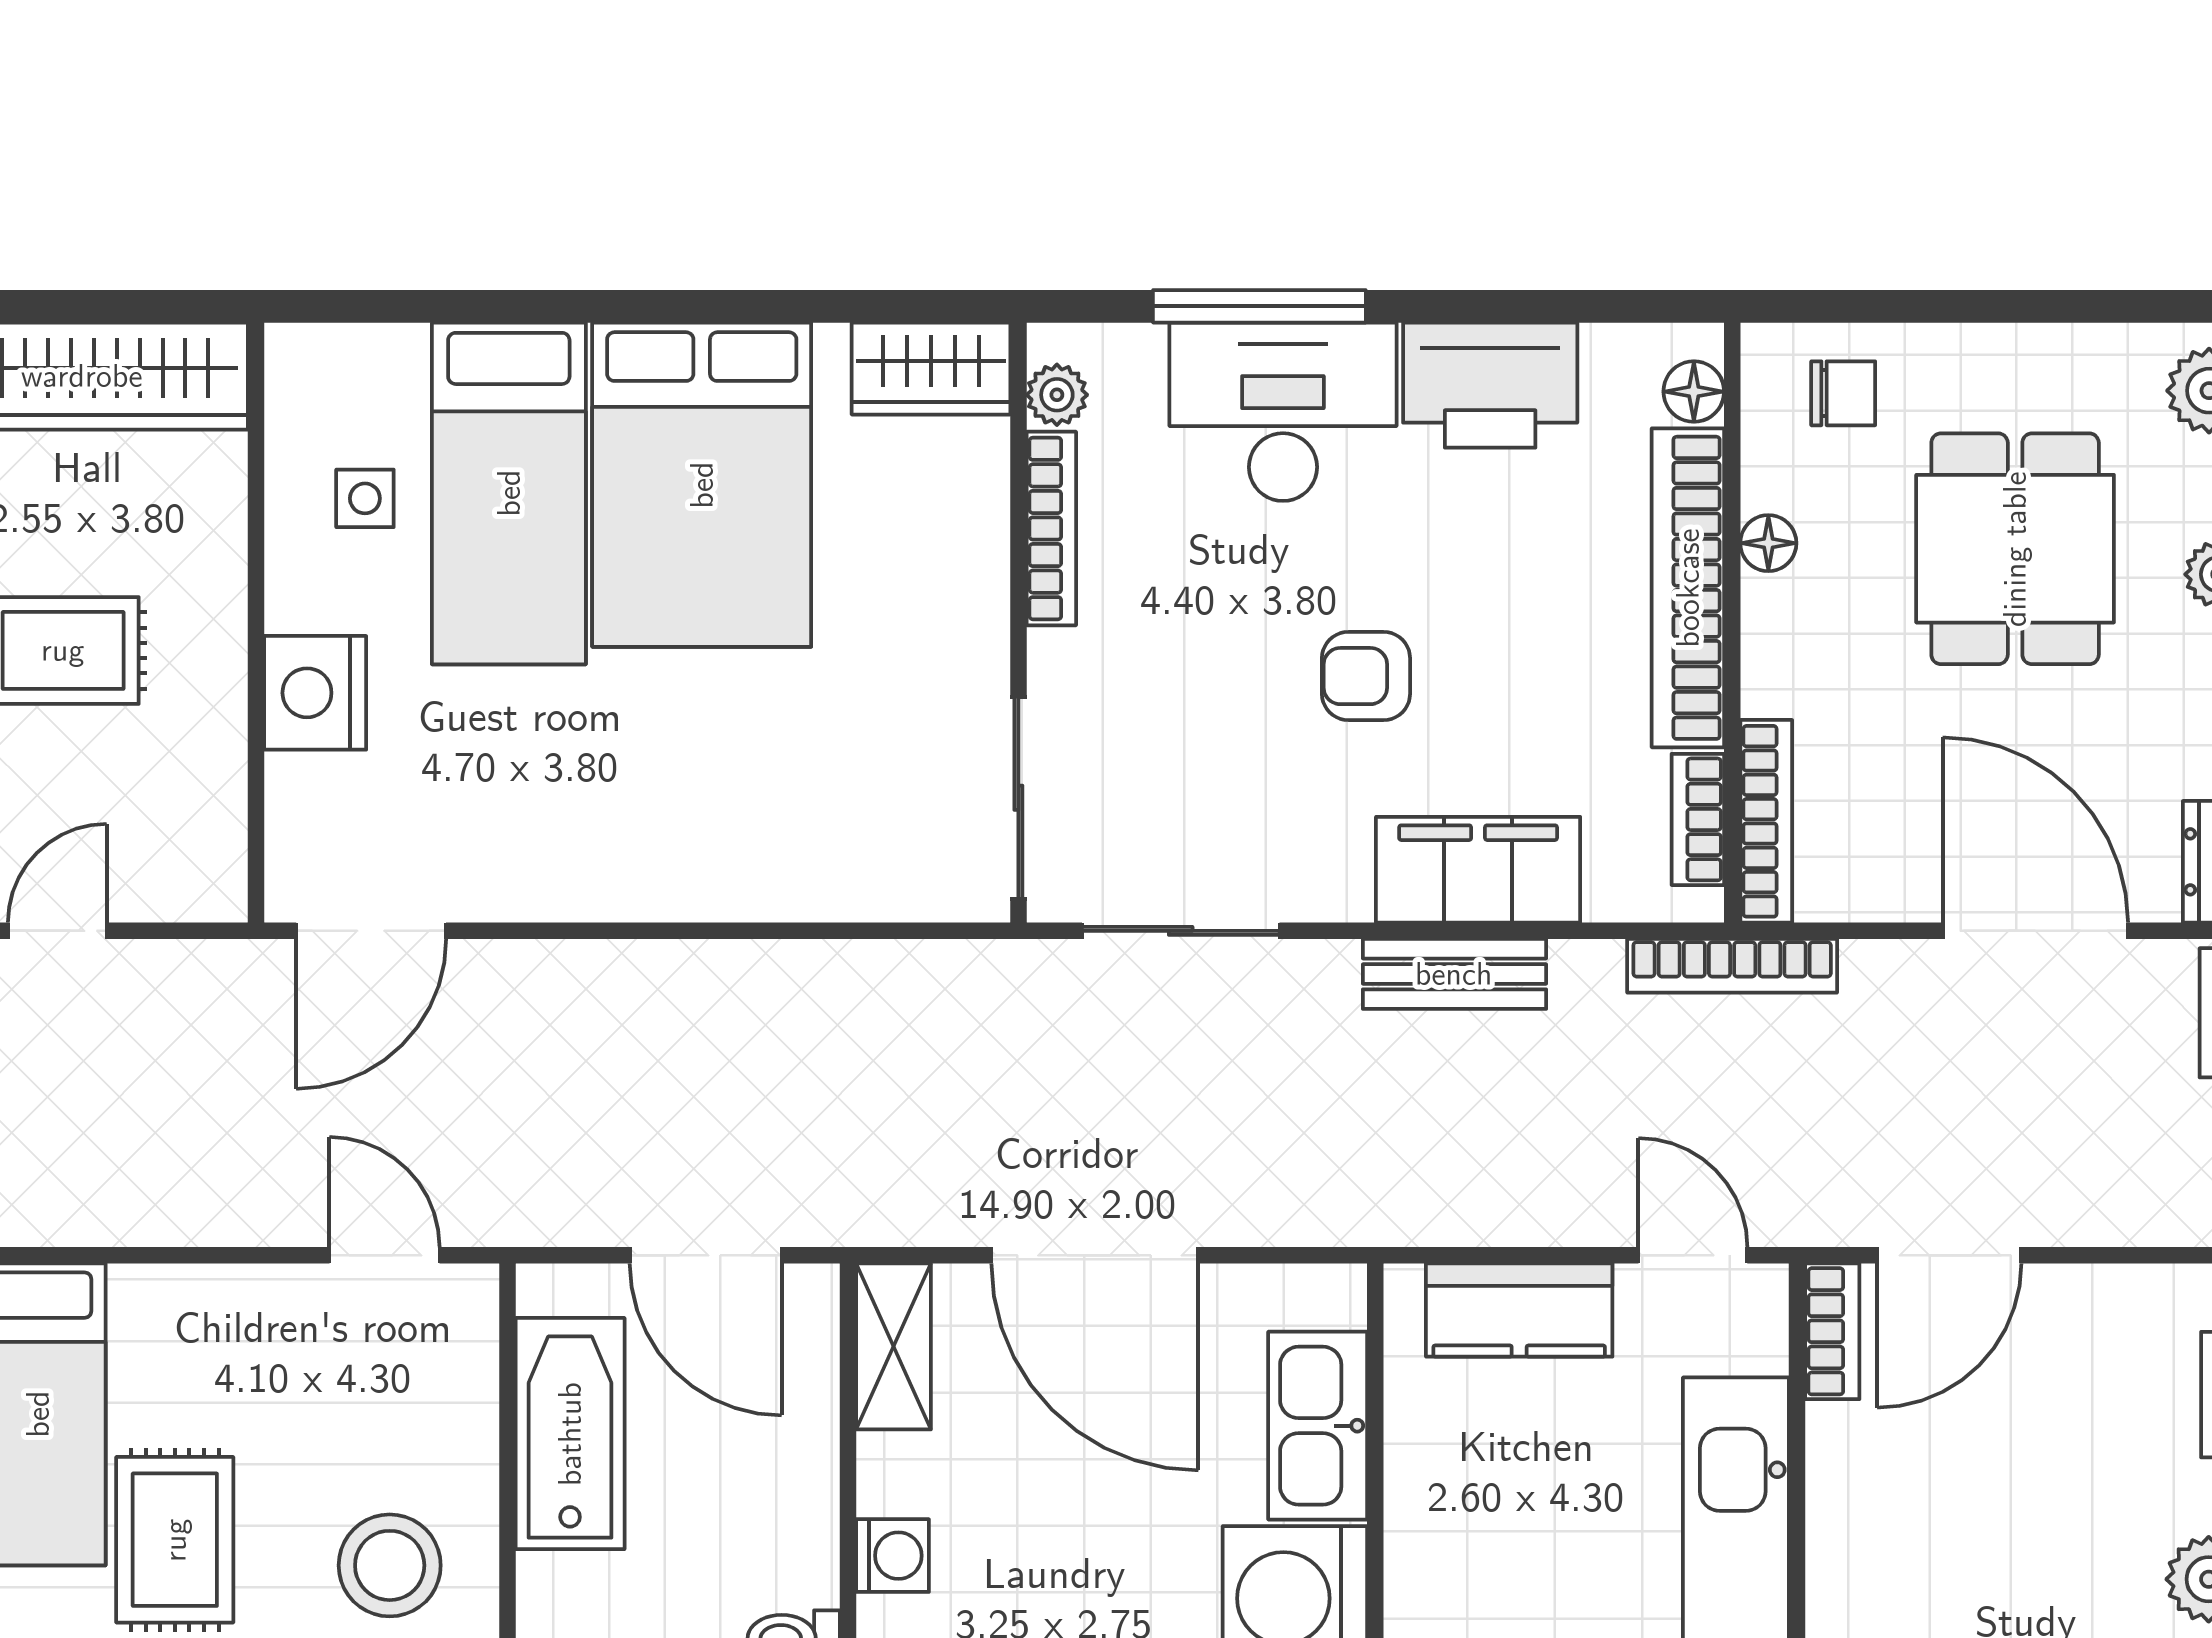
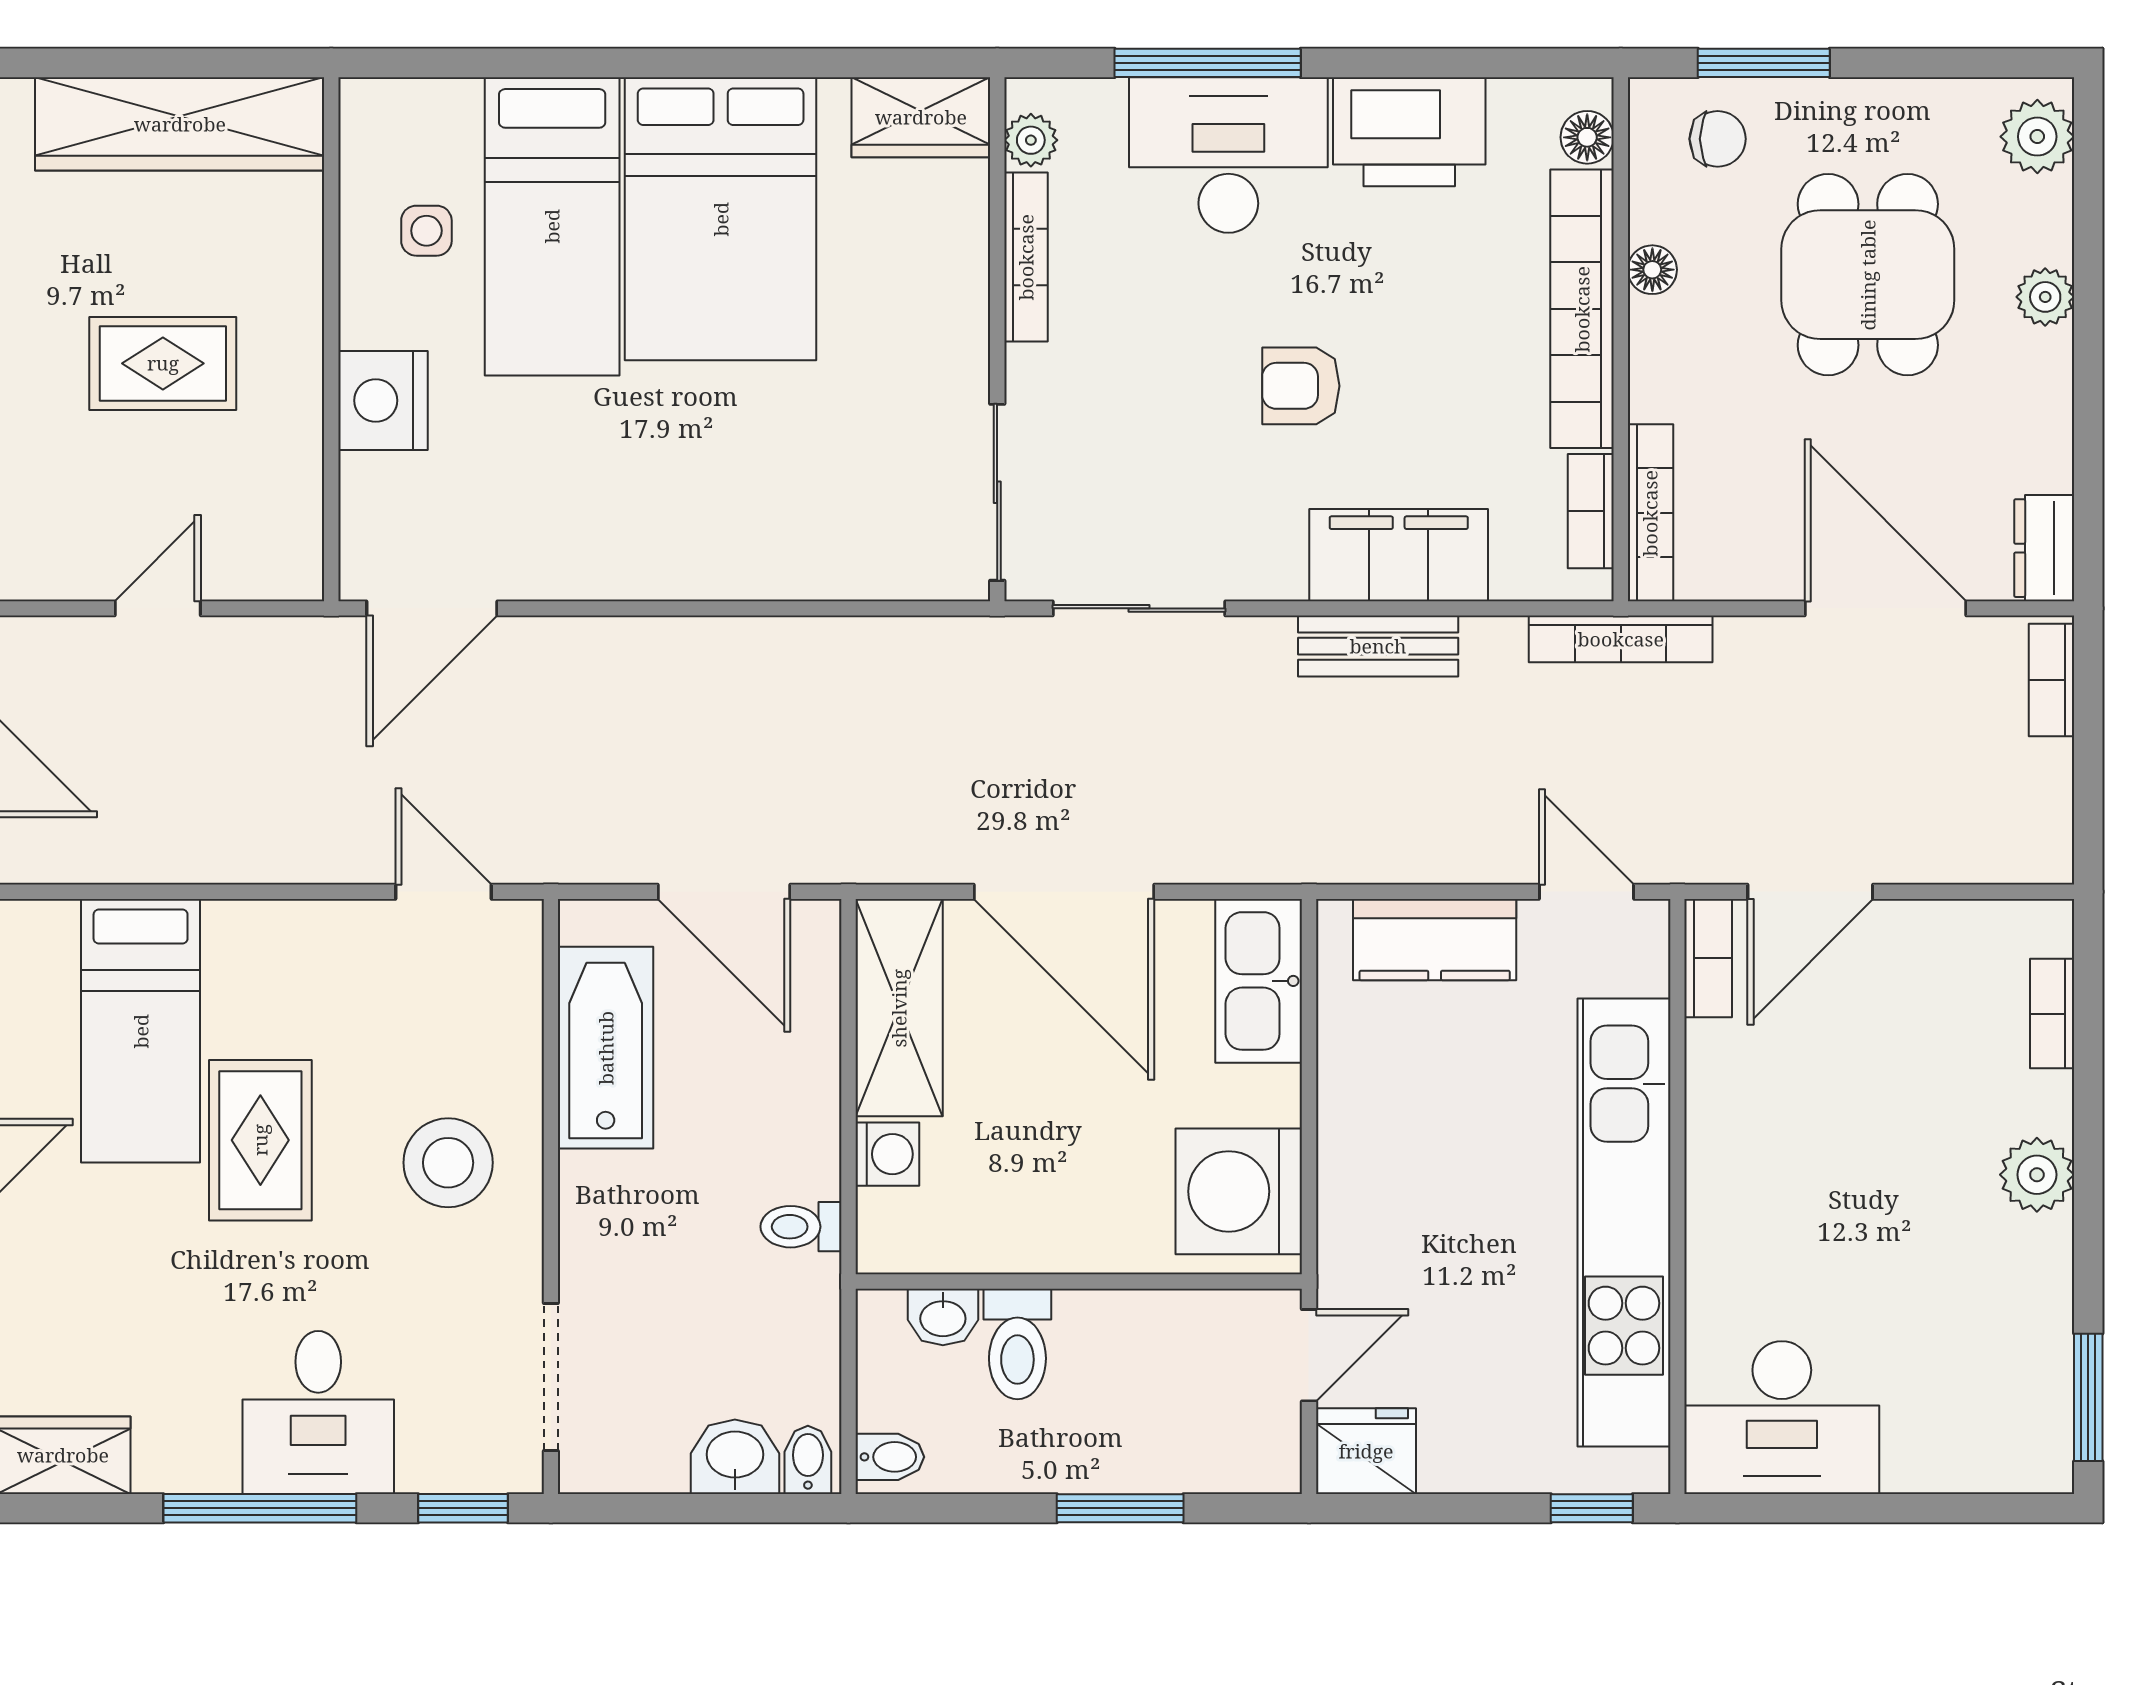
window: (1896, 306) -> (1764, 63), added
shelving: (894, 1346) -> (899, 1008), width x1.50, depth x1.33
kitchen sink: (1318, 1426) -> (1259, 981), moved

